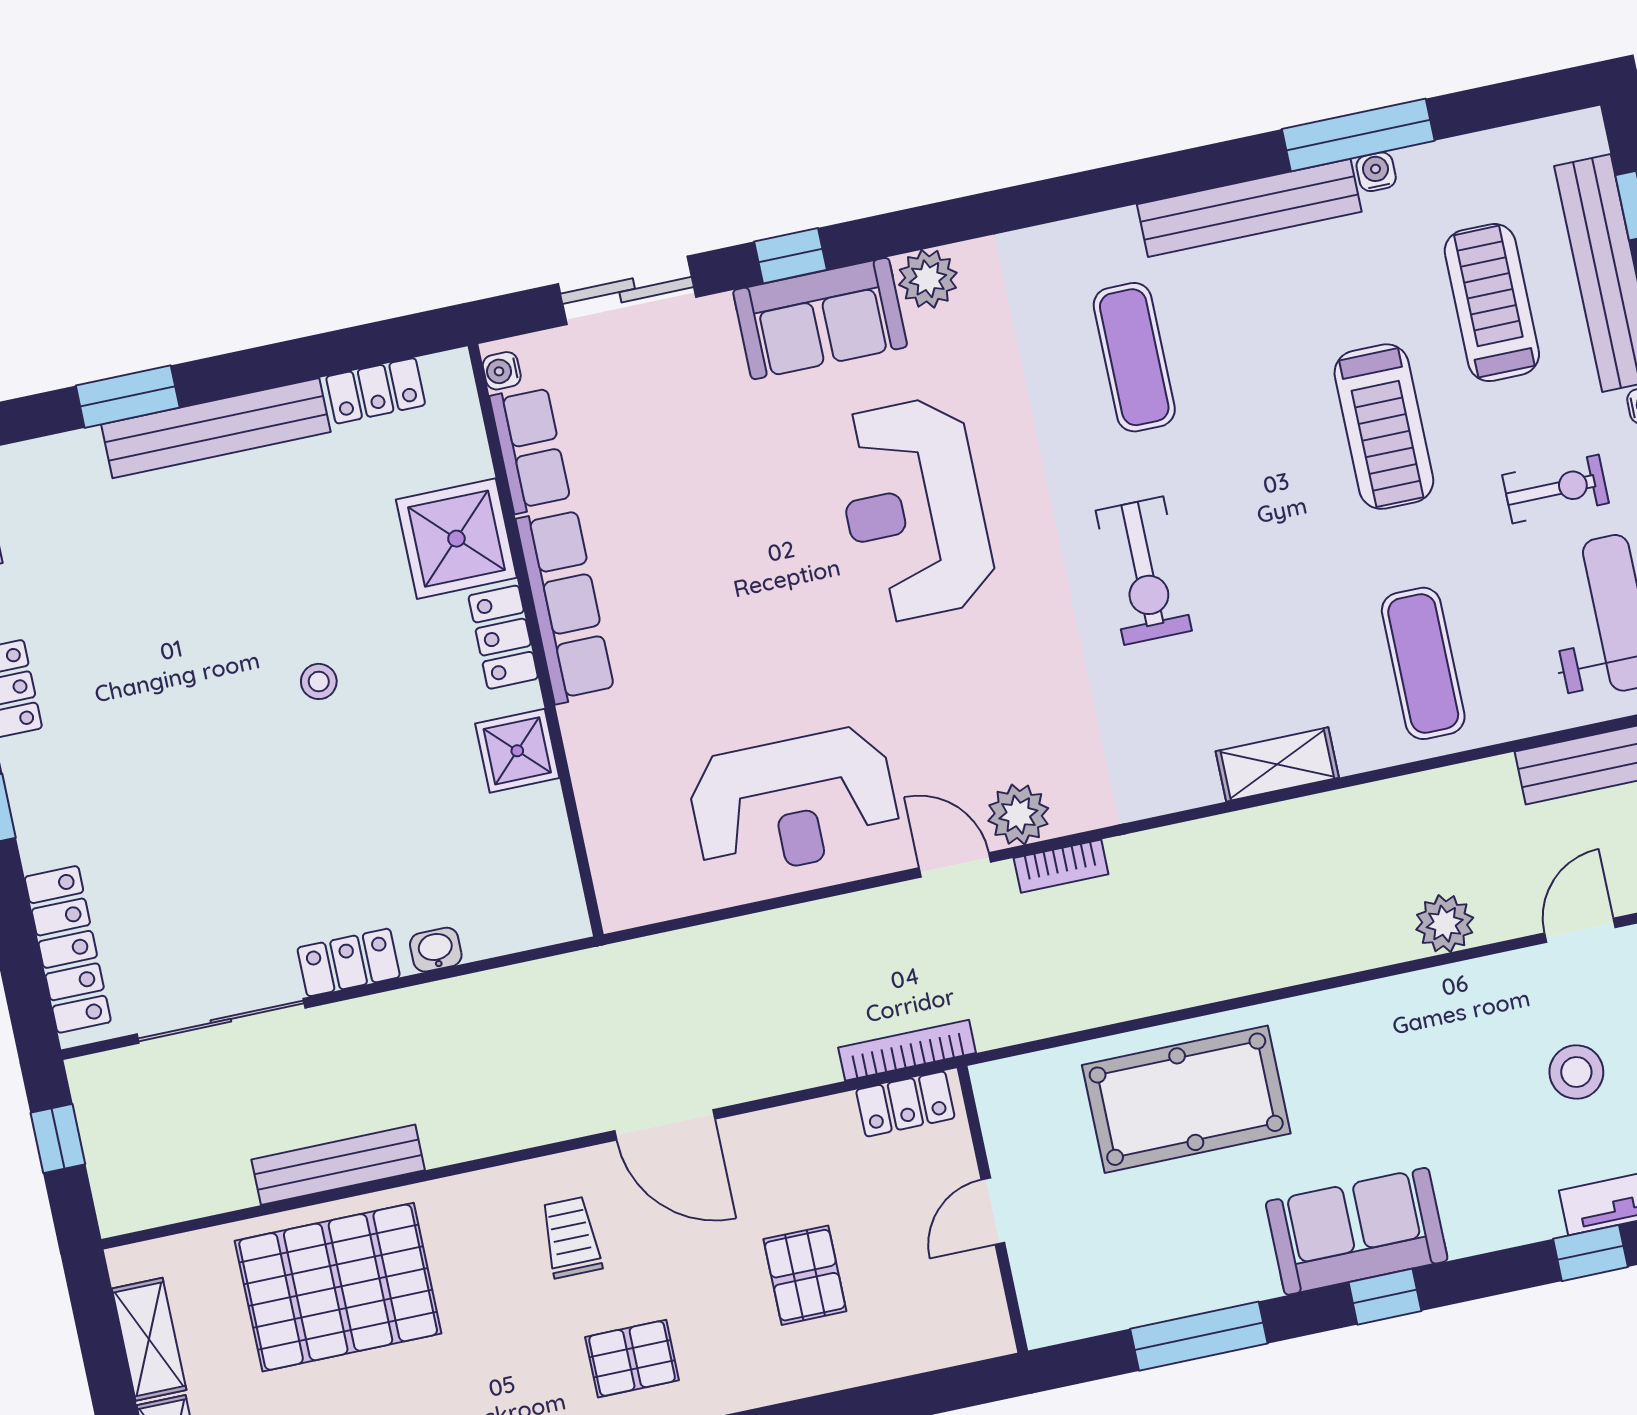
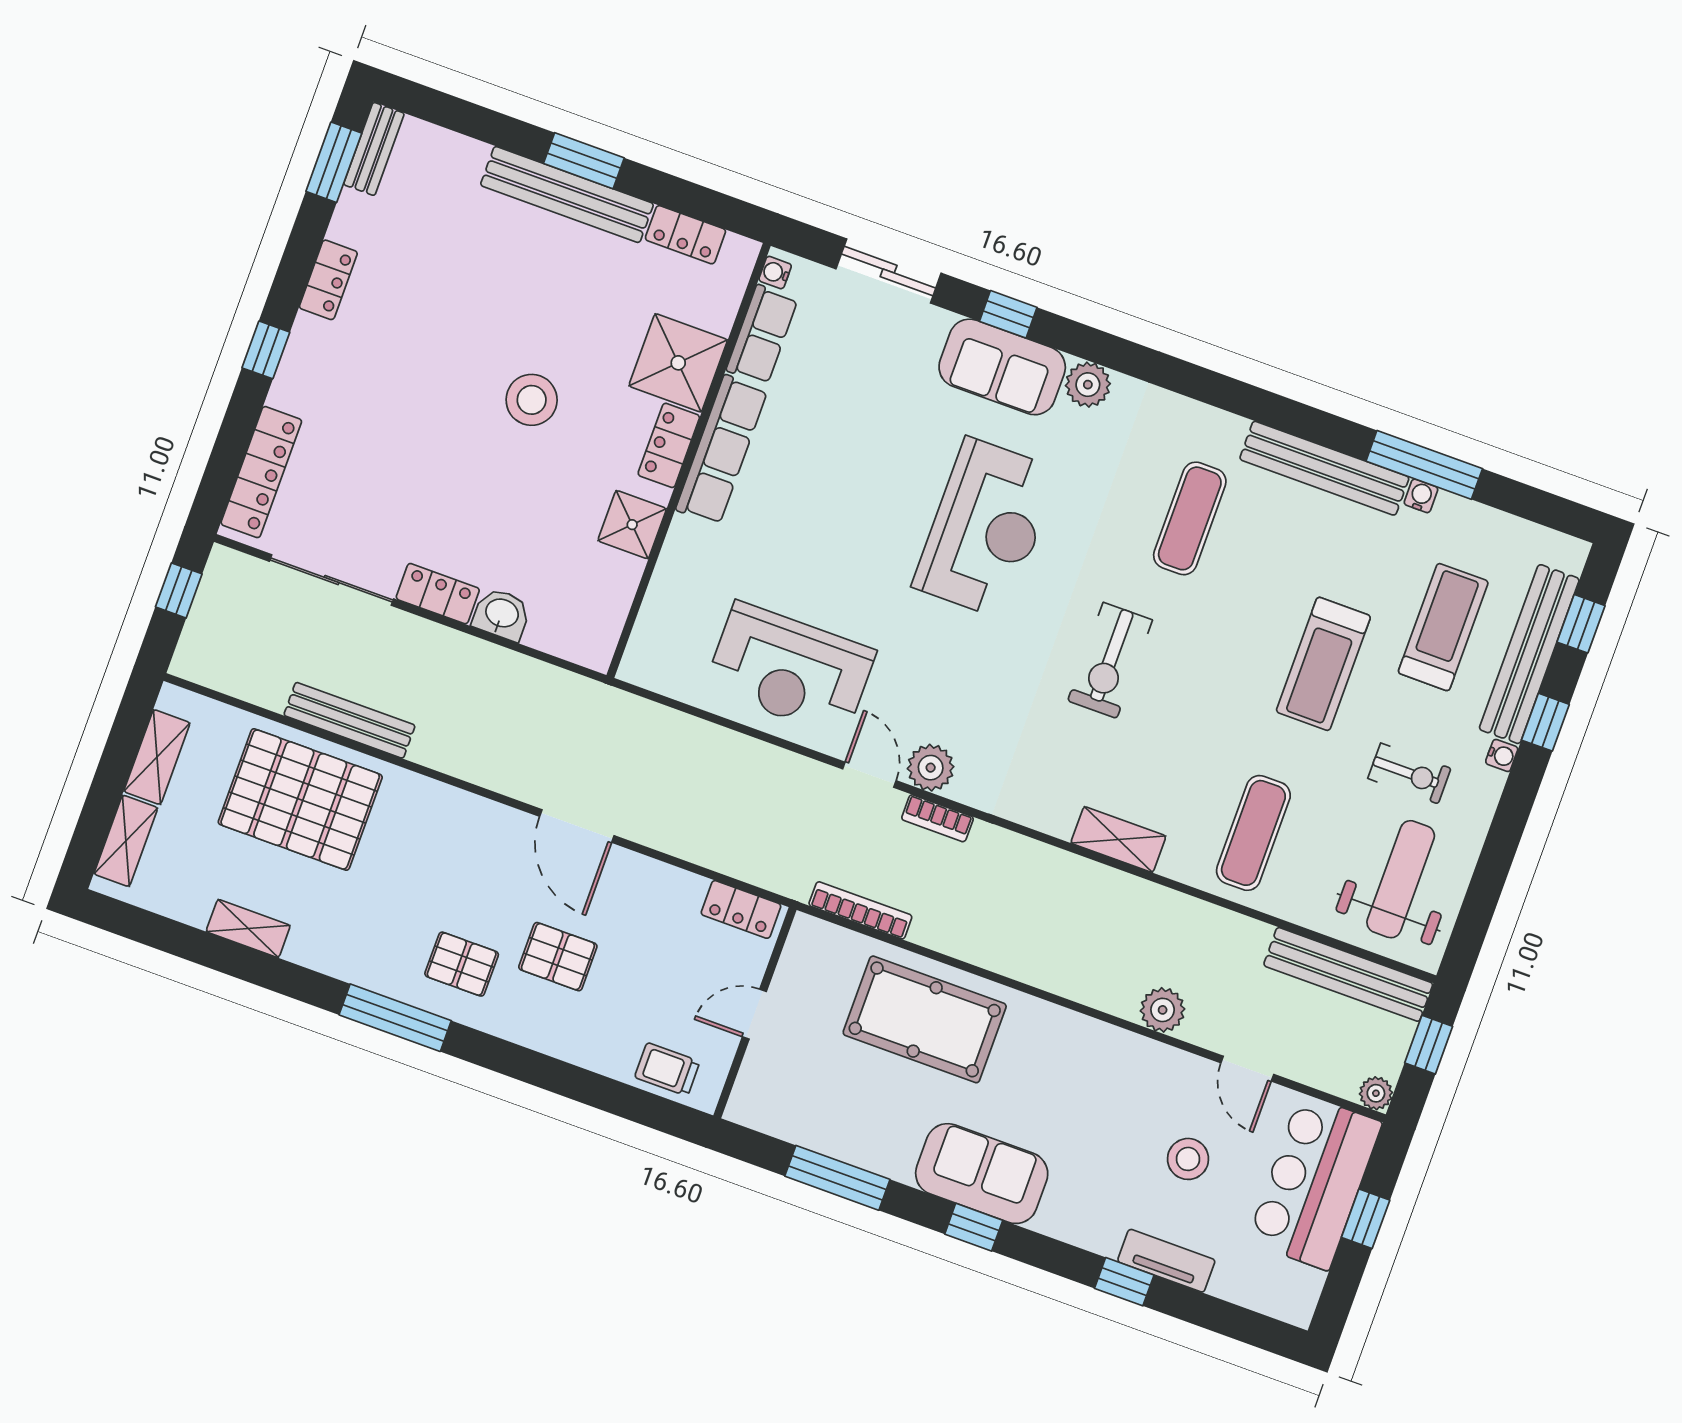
window: (128, 397) -> (584, 161), moved
reception desk: (914, 510) -> (986, 528), turned 180
stool: (319, 681) -> (532, 400), width x1.89, depth x1.89
door: (1580, 930) -> (1247, 1069), swing flipped
washbasin: (436, 950) -> (502, 614), width x1.38, depth x1.45
bookcase: (907, 1050) -> (860, 910), moved
trolley: (571, 1237) -> (667, 1069), moved, turned -90
pallet: (805, 1275) -> (558, 957), moved, turned 90

